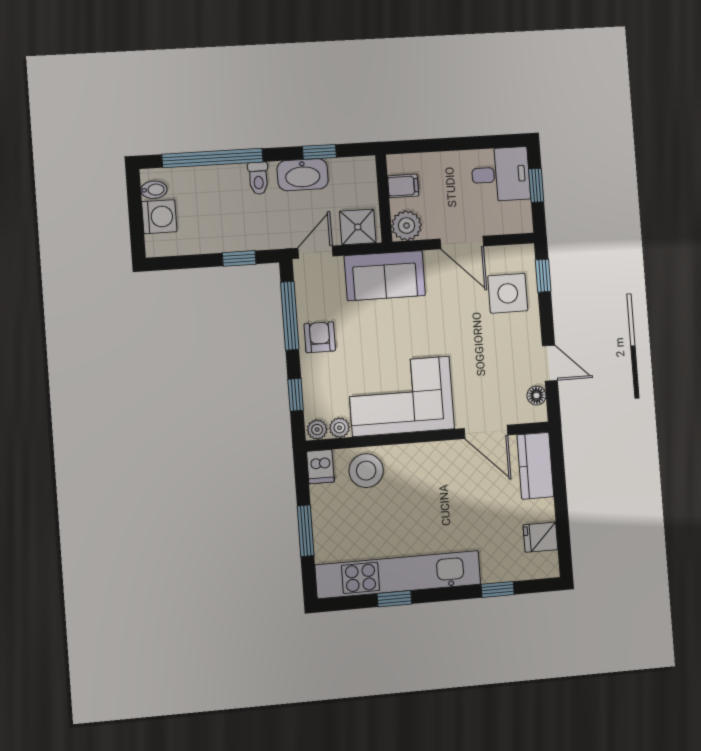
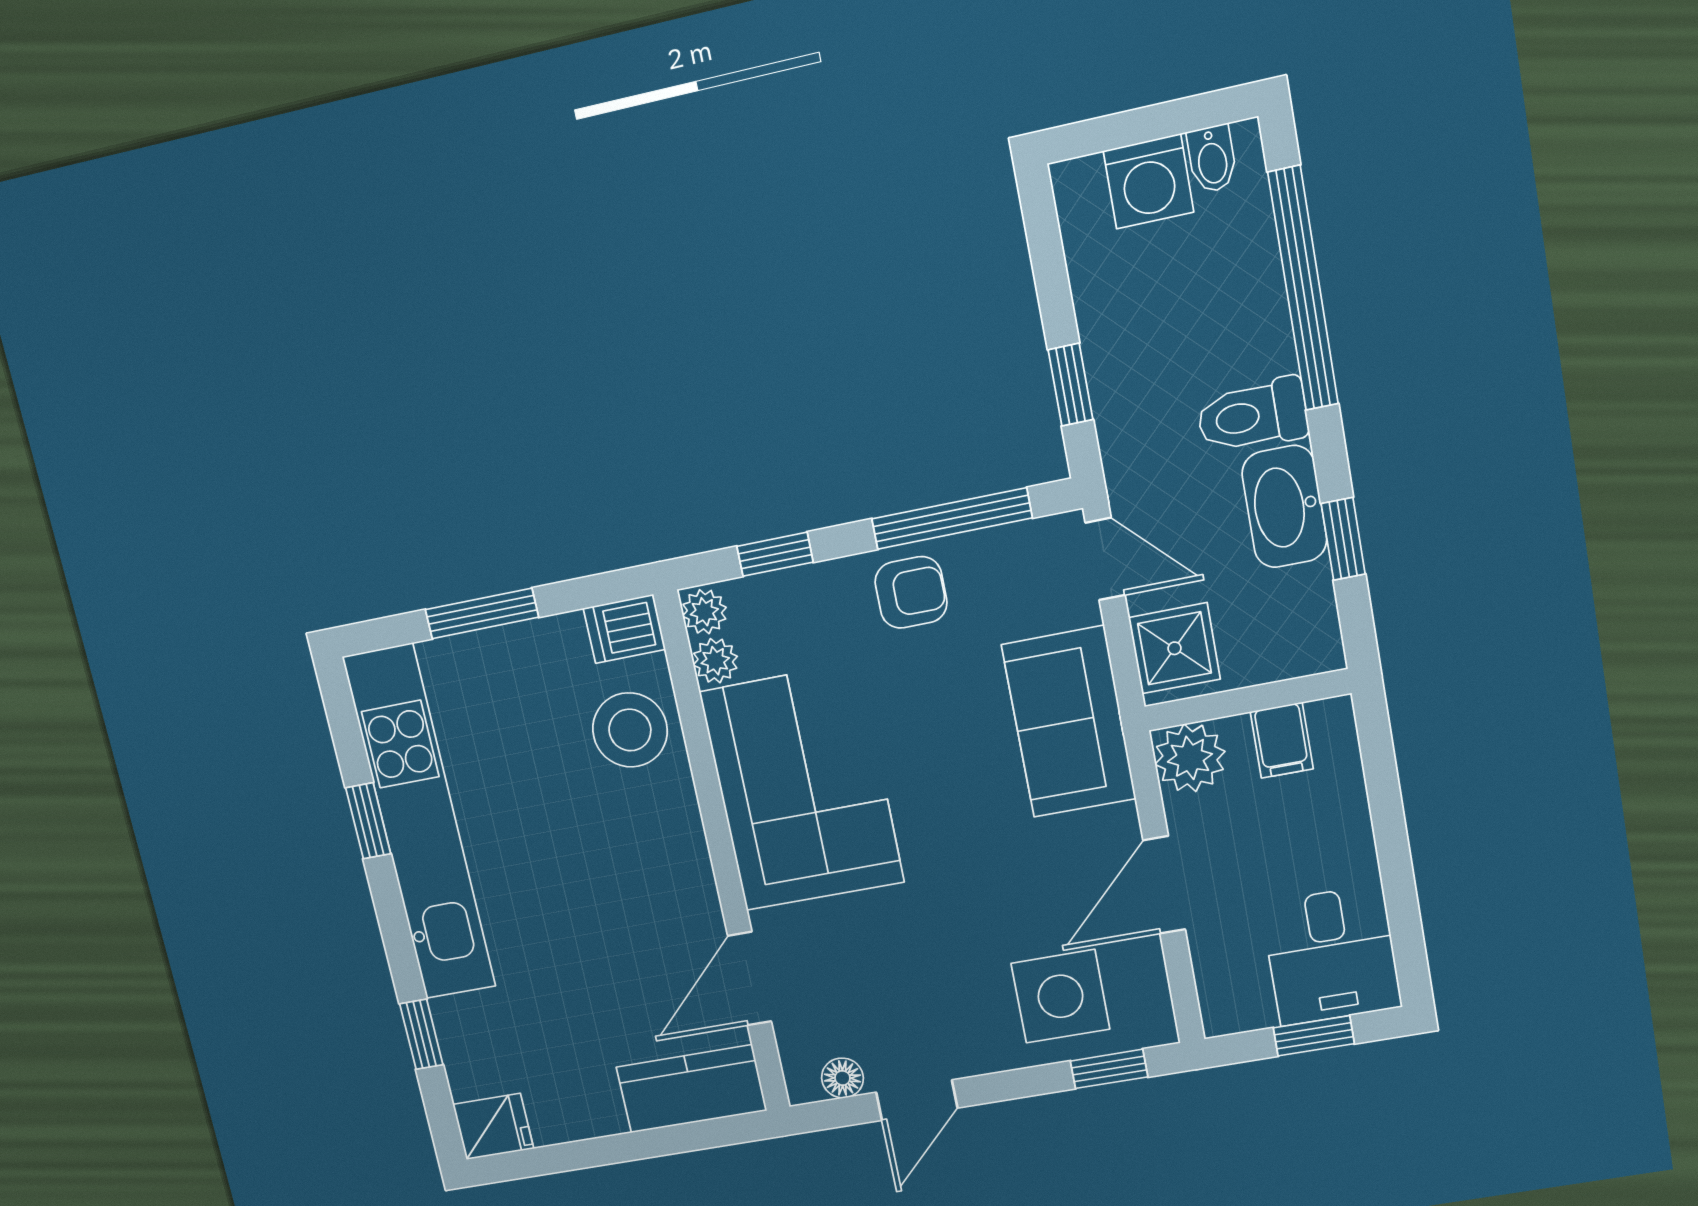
toilet: (258, 178) -> (1252, 416), width x1.37, depth x1.39
fridge: (540, 537) -> (493, 1126), moved, turned 90

